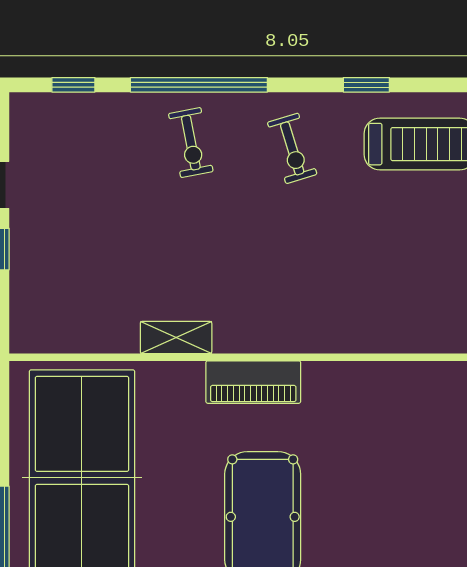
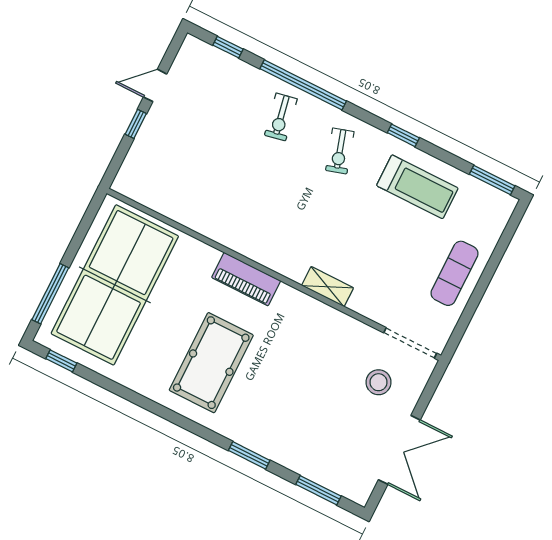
shelving: (176, 338) -> (328, 287), moved

